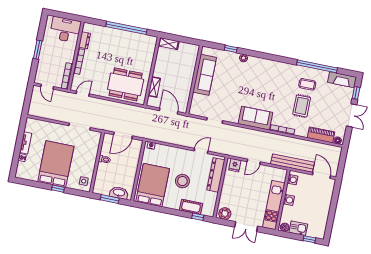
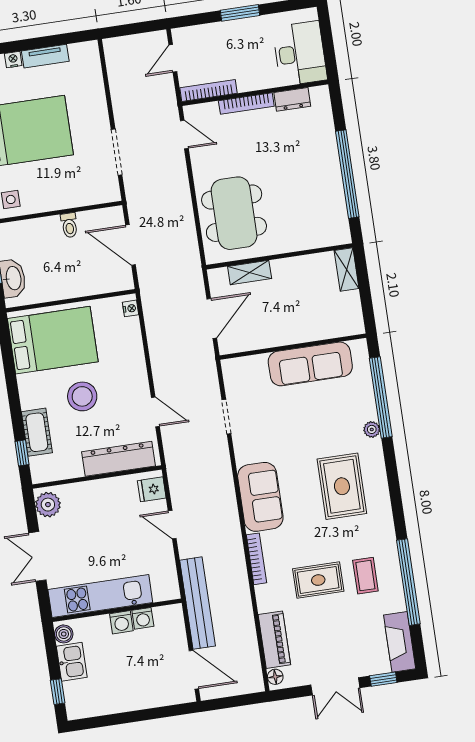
window: (231, 49) -> (381, 397), width x3.17
rug: (264, 80) -> (342, 486), added
door: (321, 175) -> (194, 670), hinge flipped
washing machine: (293, 180) -> (143, 618), moved

